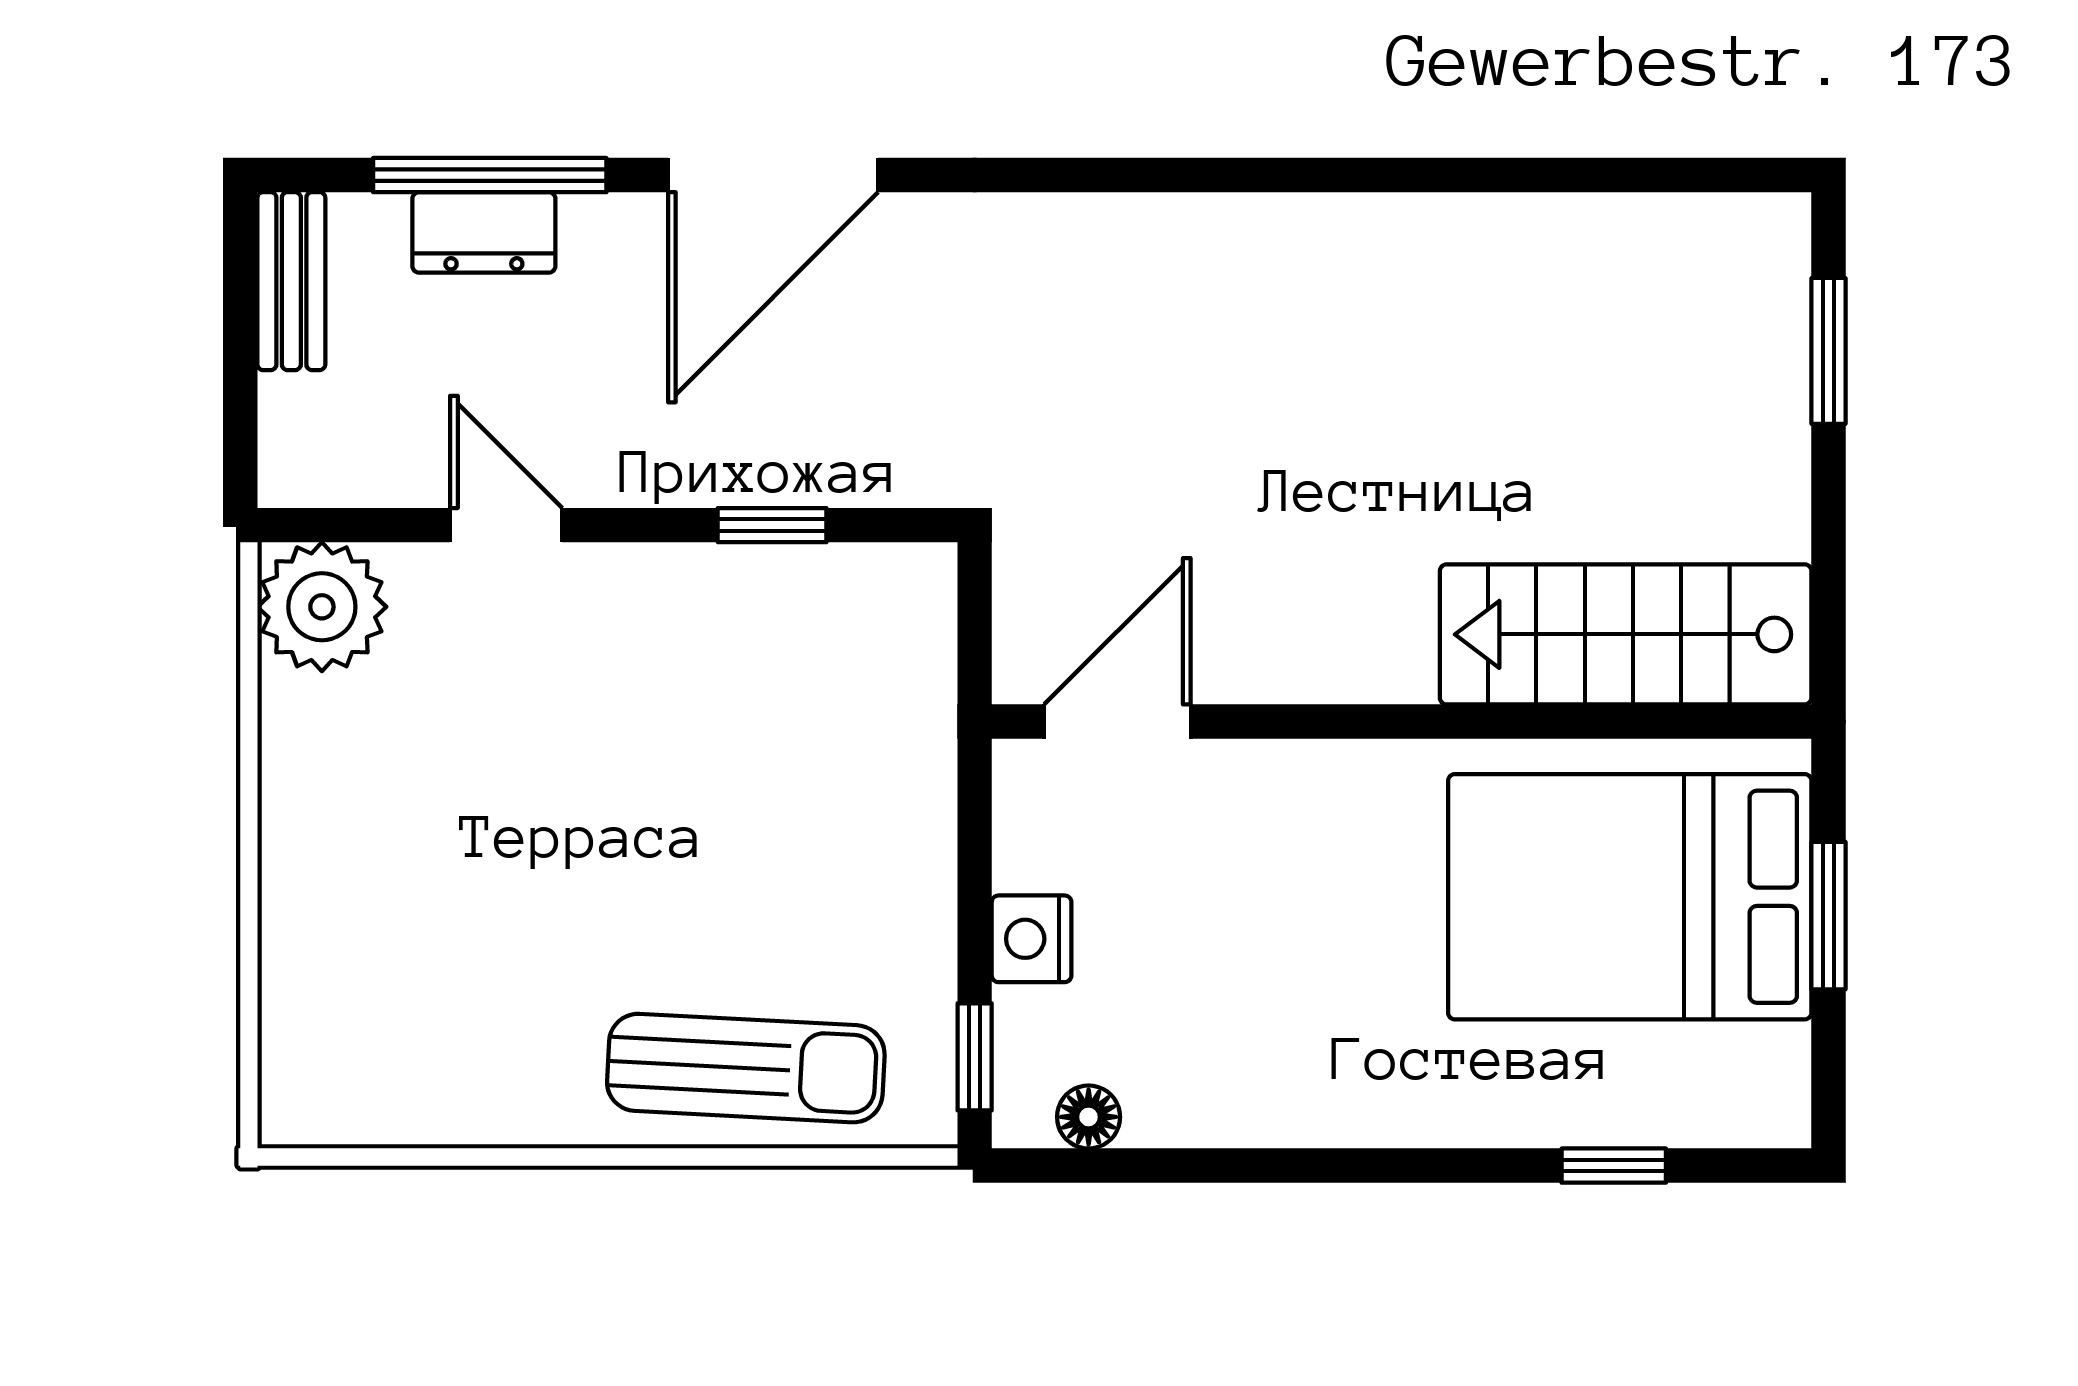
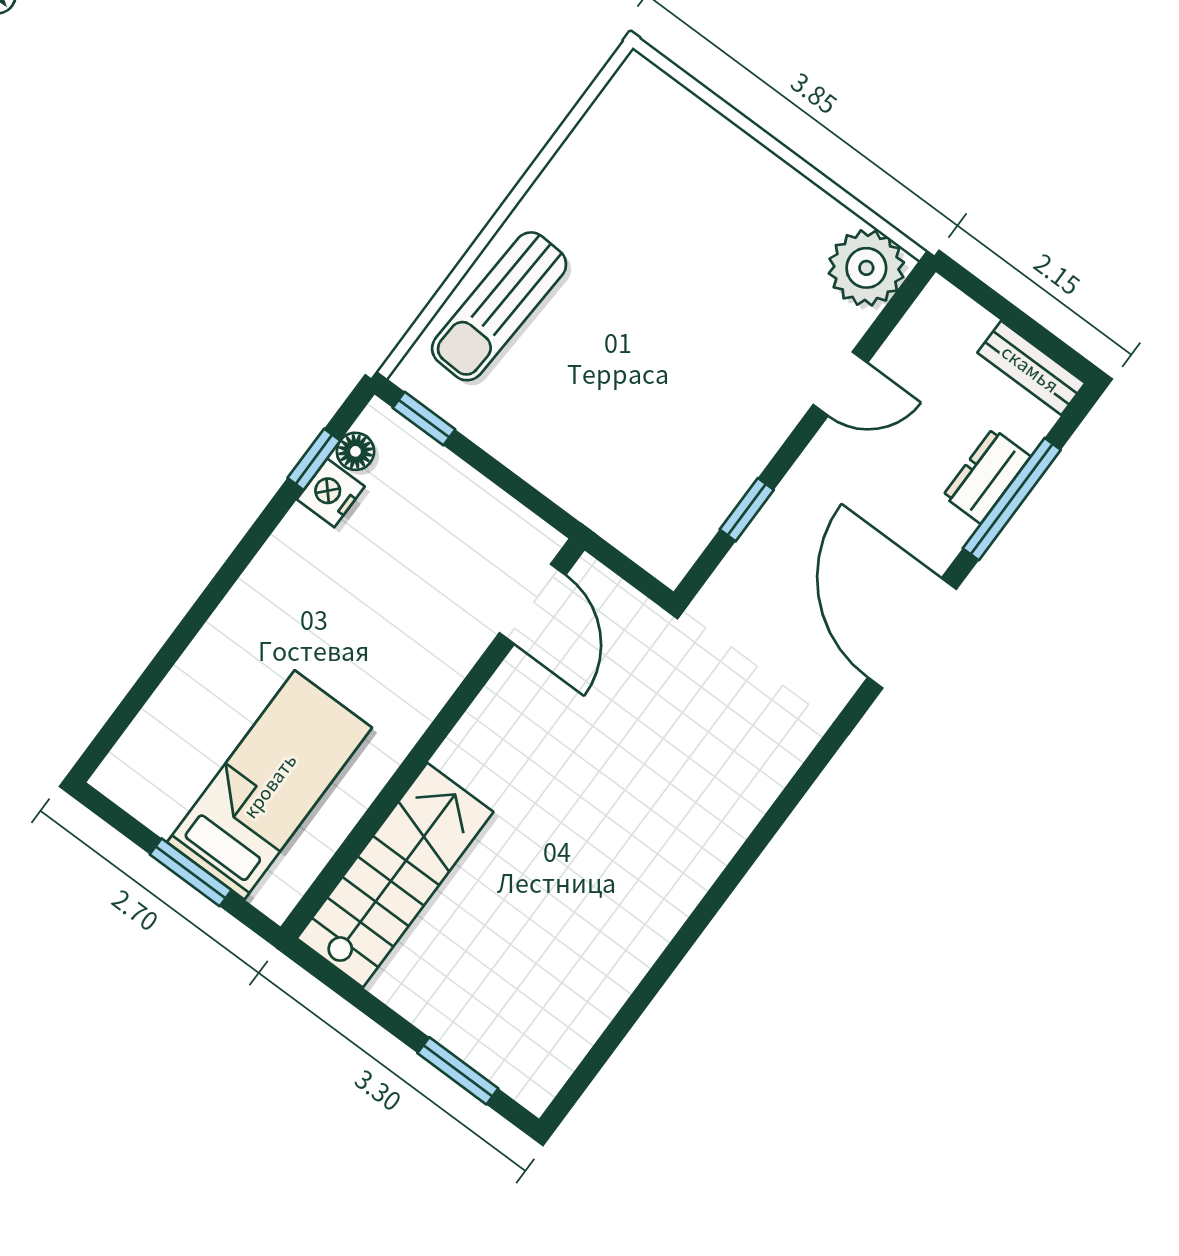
bed: (1630, 897) -> (269, 785), width x0.67
nightstand: (1032, 939) -> (331, 493), moved, turned -90
window: (1614, 1166) -> (314, 459), moved

